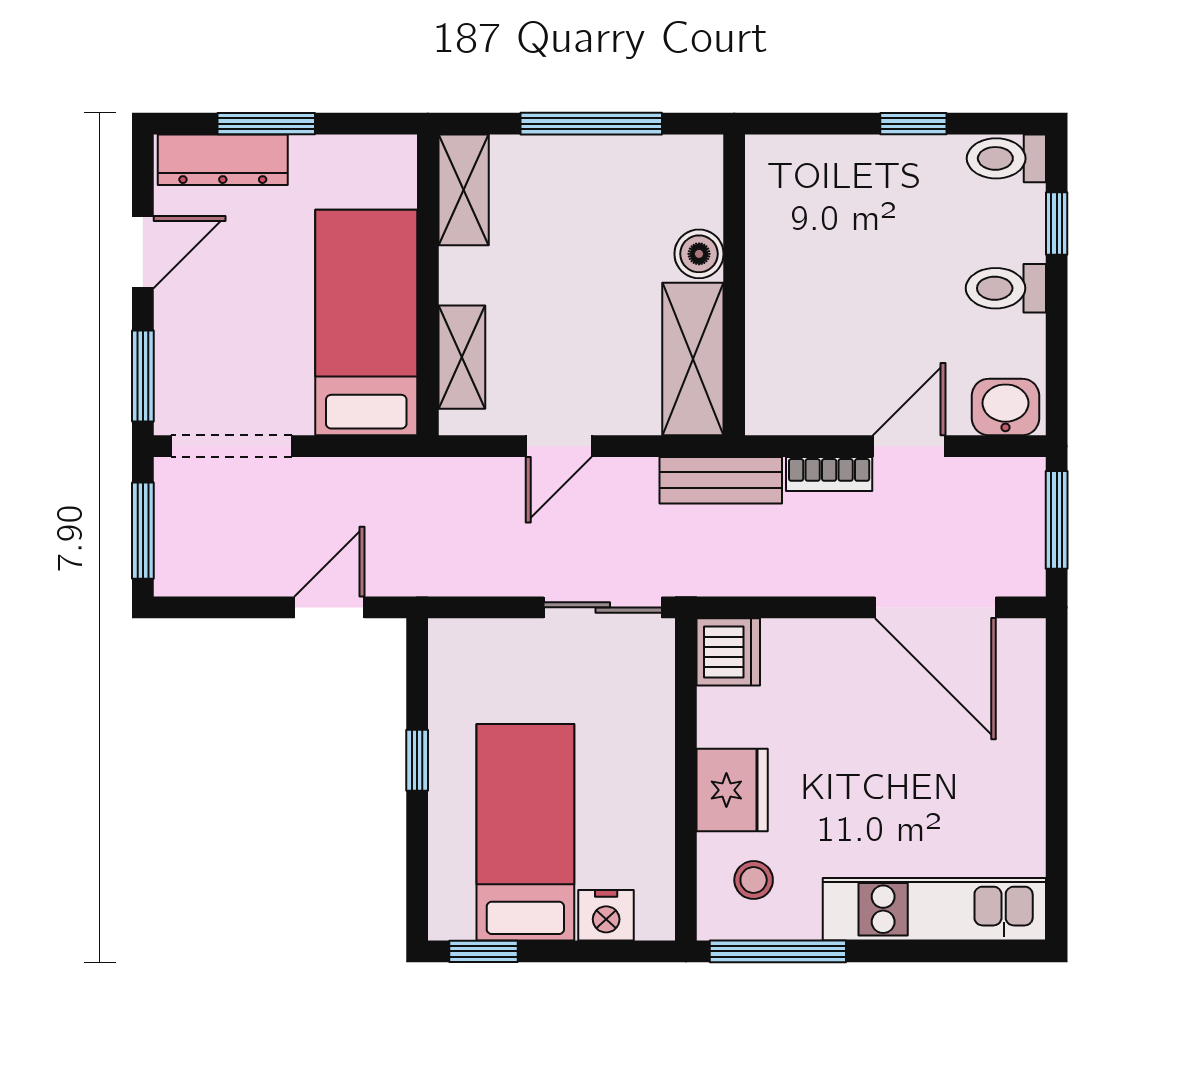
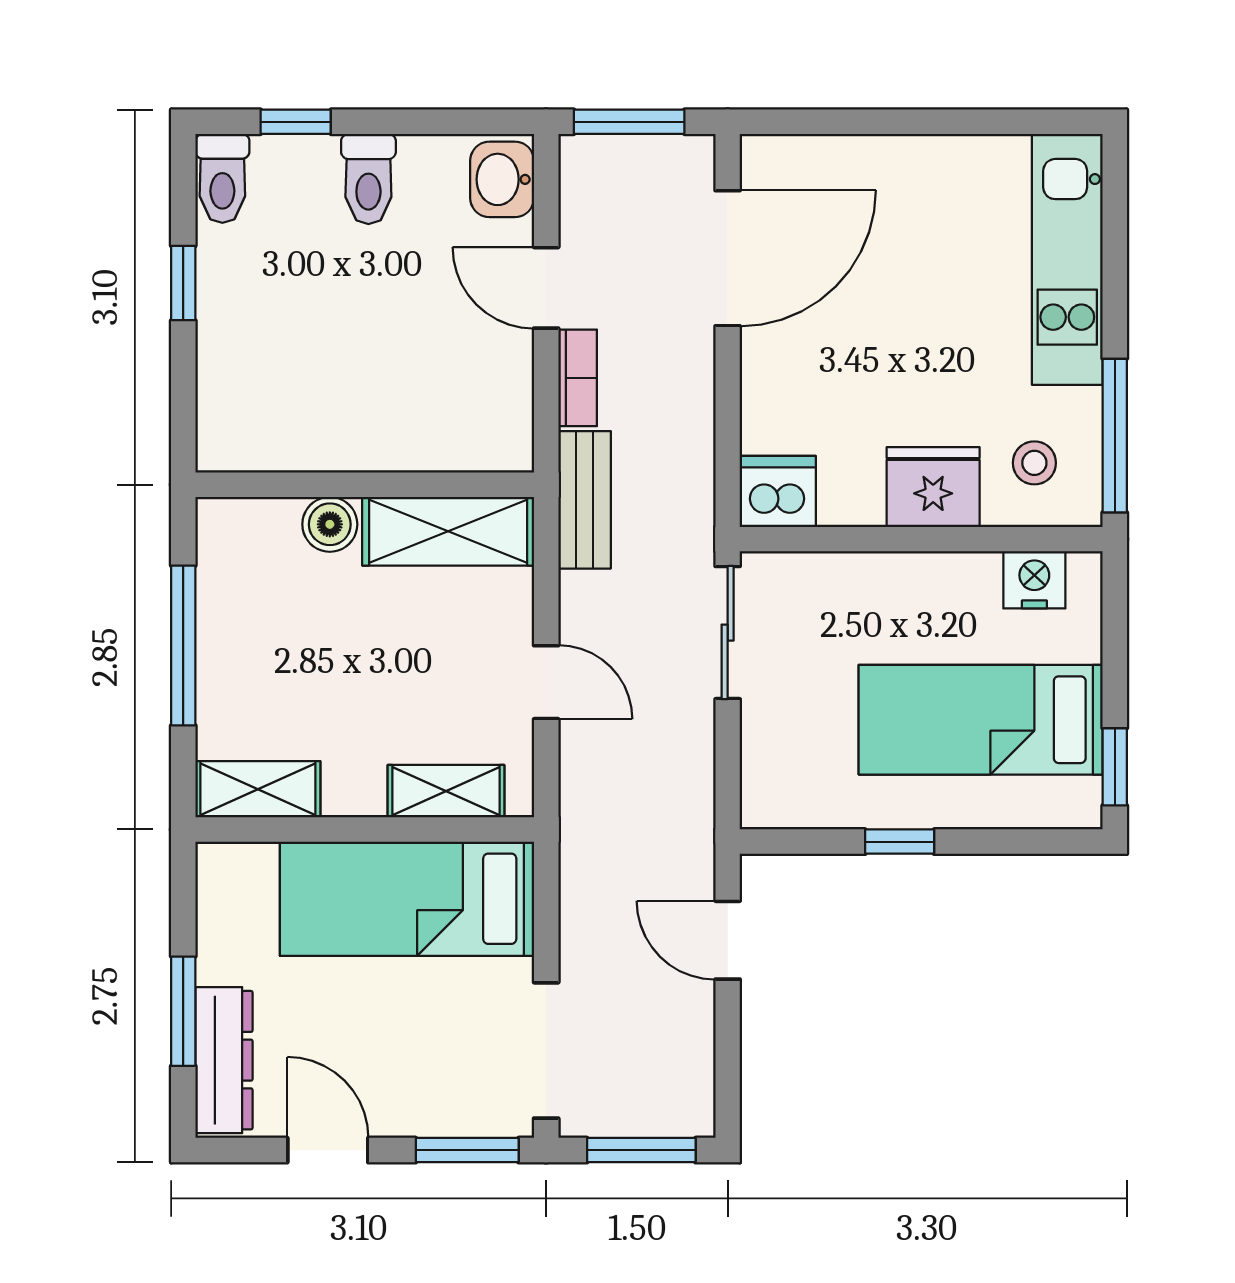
nightstand: (606, 915) -> (1034, 580), moved, turned -90

